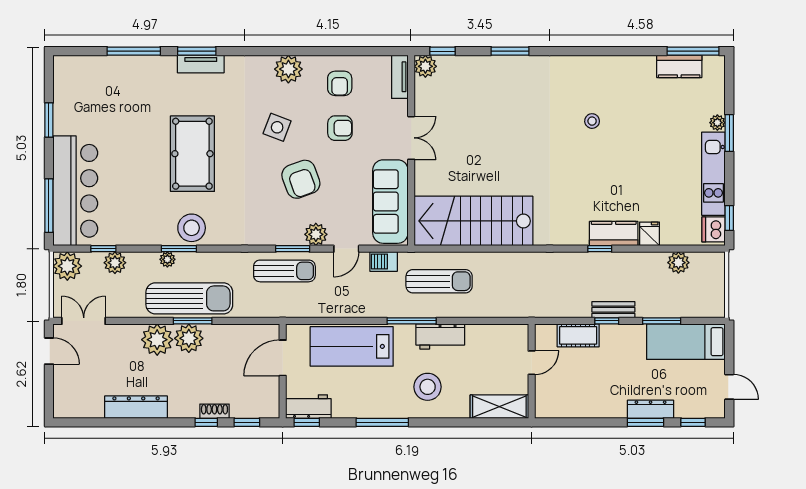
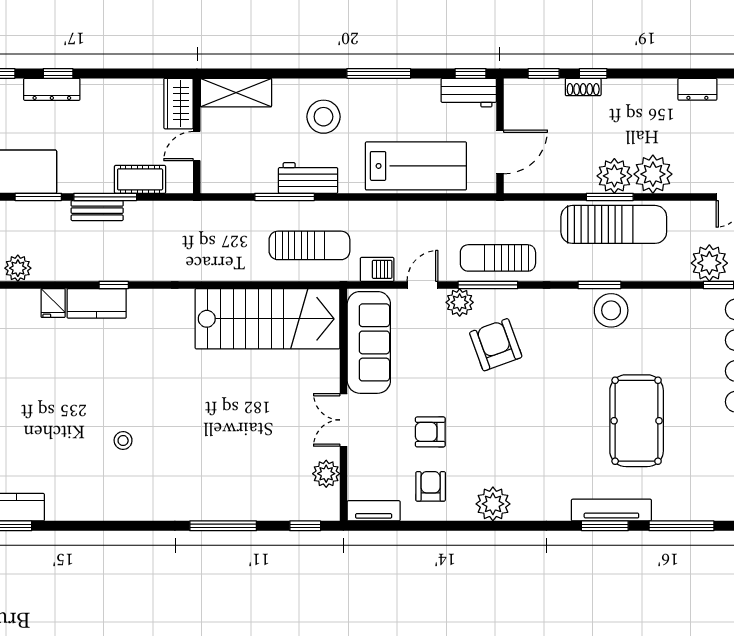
window: (510, 51) -> (223, 526), width x1.44
tv unit: (201, 64) -> (611, 510), width x1.41
plant: (425, 66) -> (326, 474), moved
tv unit: (400, 77) -> (374, 511), moved, turned -90
side table: (277, 127) -> (507, 433), removed
pool table: (192, 154) -> (637, 421), moved
armchair: (301, 179) -> (496, 345), moved
window: (179, 249) -> (599, 285), moved
window: (293, 249) -> (488, 285), width x1.44
plant: (167, 259) -> (640, 272), removed
plant: (115, 263) -> (709, 263), width x1.36, depth x1.36
sun lounger: (439, 281) -> (309, 245), turned 180
sun lounger: (189, 298) -> (614, 224), turned 180
window: (412, 321) -> (285, 197), moved
window: (607, 321) -> (105, 197), width x2.17
wardrobe: (547, 398) -> (178, 104), added
dresser: (136, 407) -> (697, 89), width x0.51, depth x0.80
window: (645, 422) -> (58, 73), width x0.67

